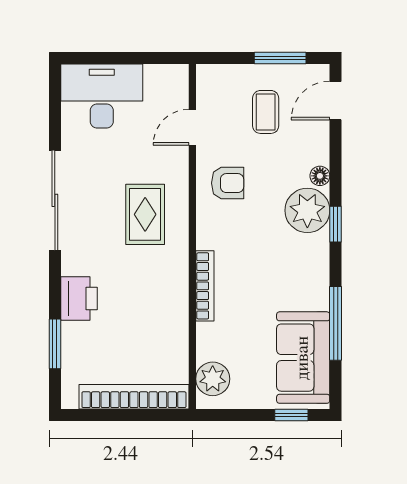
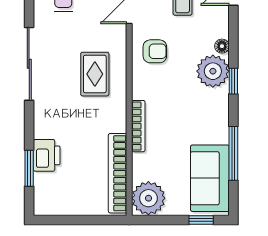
printer: (79, 299) -> (47, 155), moved
plant: (213, 379) -> (148, 198), width x1.36, depth x1.36
bookcase: (134, 397) -> (118, 173), moved, turned -90

